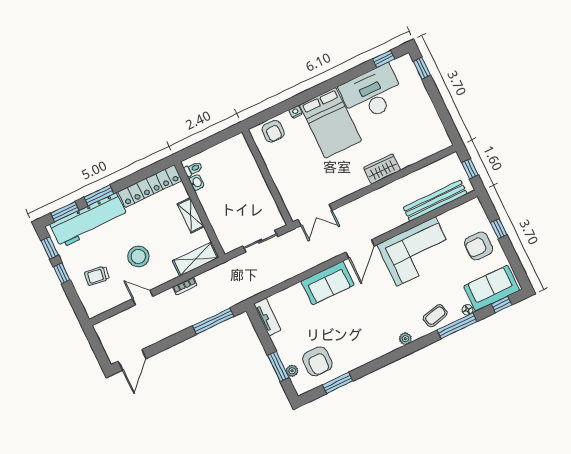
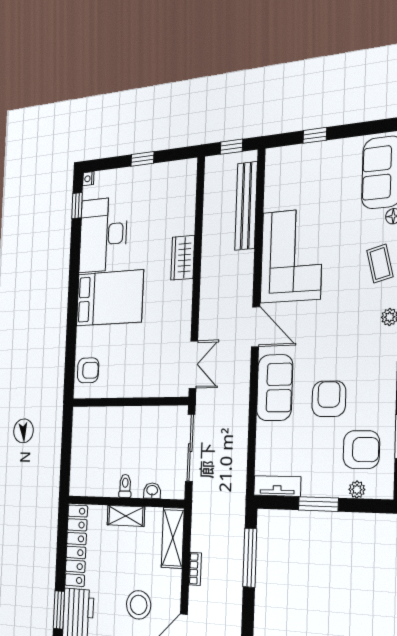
window: (422, 68) -> (142, 159), moved
nightstand: (296, 112) -> (88, 179), moved
toilet: (193, 169) -> (125, 486), moved
washbasin: (196, 182) -> (152, 491), moved
sliding door: (260, 241) -> (190, 448), width x1.37
armchair: (479, 246) -> (329, 399), moved, turned 180
window: (278, 366) -> (318, 504), moved

